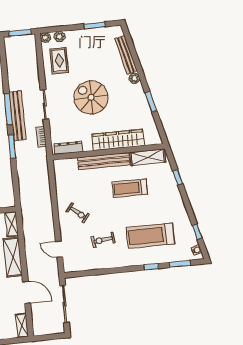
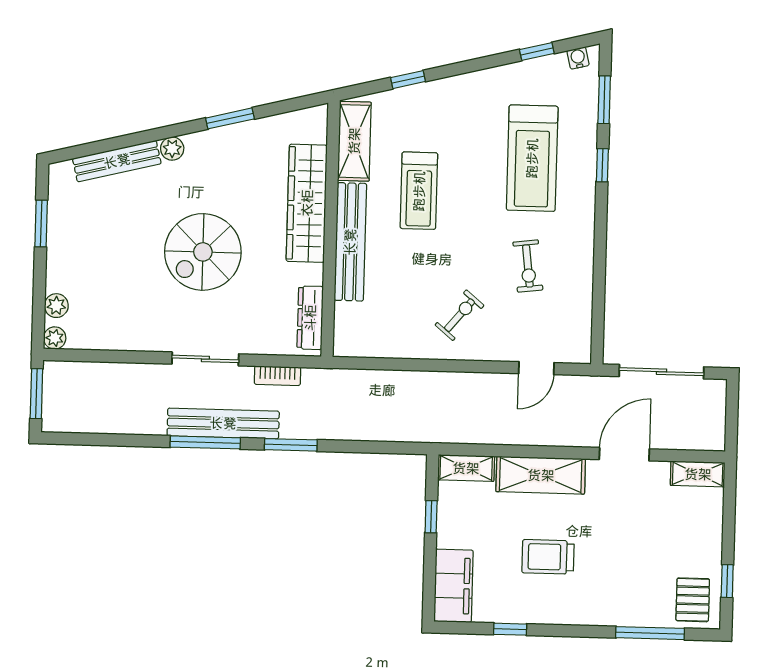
rug: (59, 61) -> (111, 313), removed

